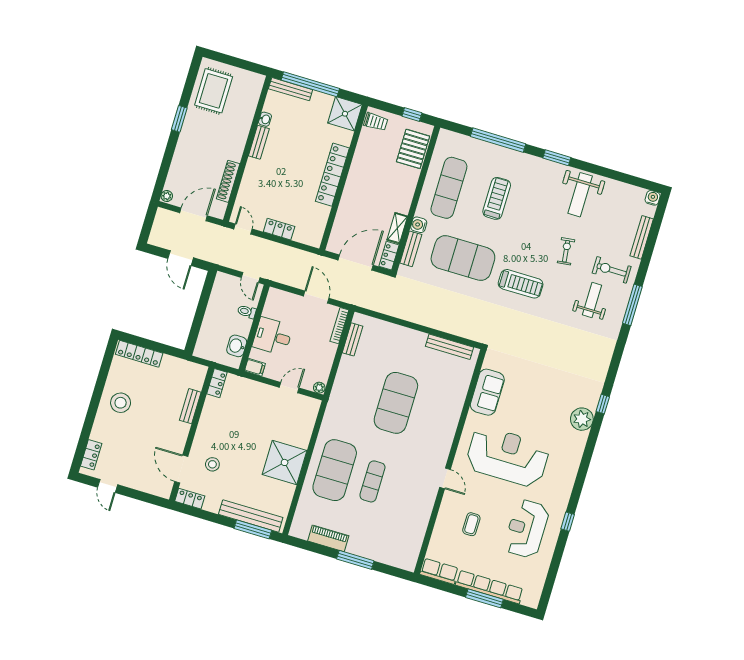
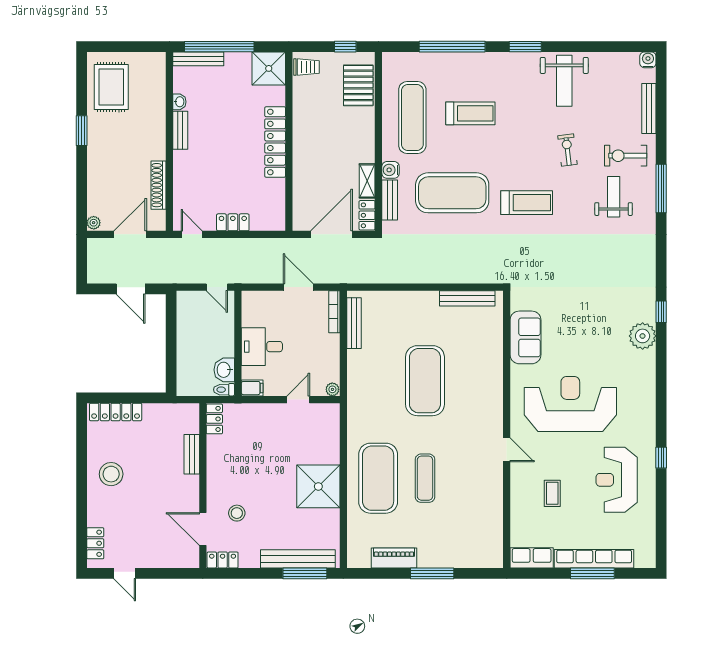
treadmill: (497, 198) -> (470, 113), turned 90
toilet: (247, 312) -> (224, 390), moved
bench: (353, 339) -> (354, 323), width x1.36

